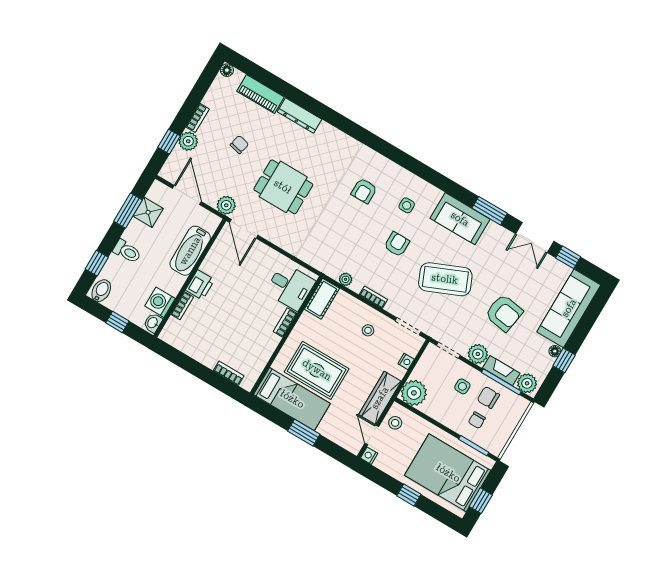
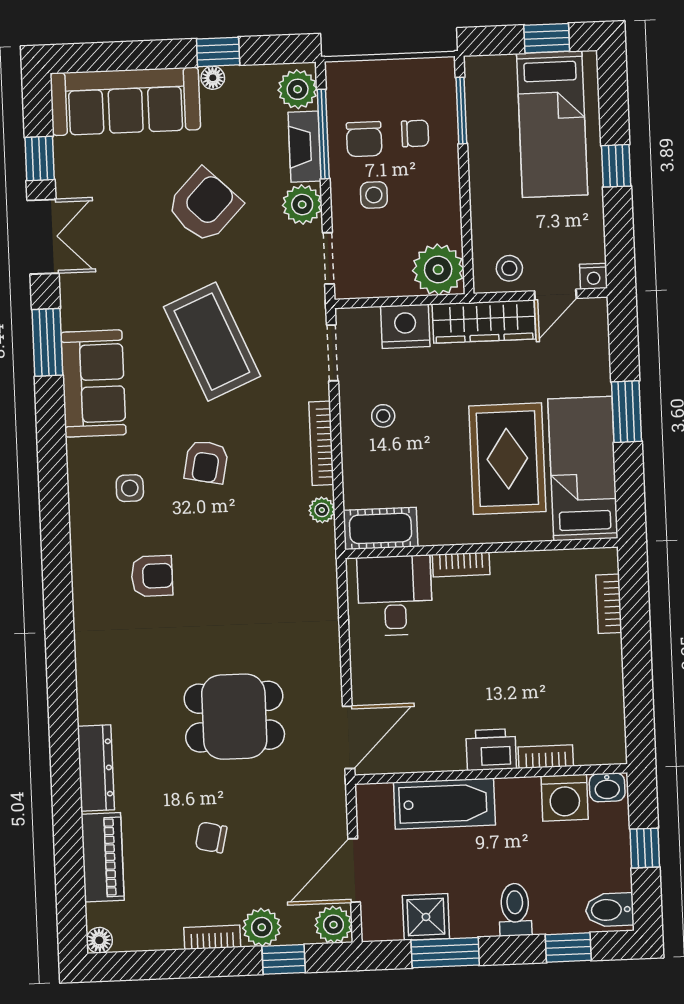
dining table: (283, 187) -> (234, 717), turned 90
plant: (226, 205) -> (334, 925), moved
armchair: (397, 244) -> (206, 462), turned -79
bookcase: (373, 297) -> (321, 443), width x1.56
armchair: (504, 313) -> (204, 206), turned 35
nightstand: (406, 361) -> (405, 326), width x1.89, depth x1.79
bed: (448, 473) -> (552, 124), width x0.67

